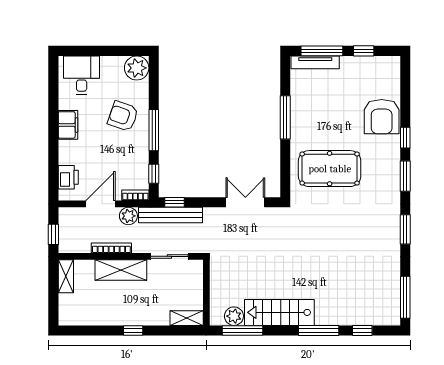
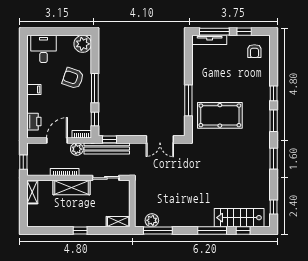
window: (285, 117) -> (188, 100), moved
armchair: (382, 117) -> (254, 51), moved, width x0.53, depth x0.53
filing cabinet: (68, 125) -> (34, 90), width x0.50
double door: (245, 202) -> (160, 139), swing flipped
window: (405, 297) -> (274, 207), width x0.46
stairs: (279, 312) -> (239, 218), moved

